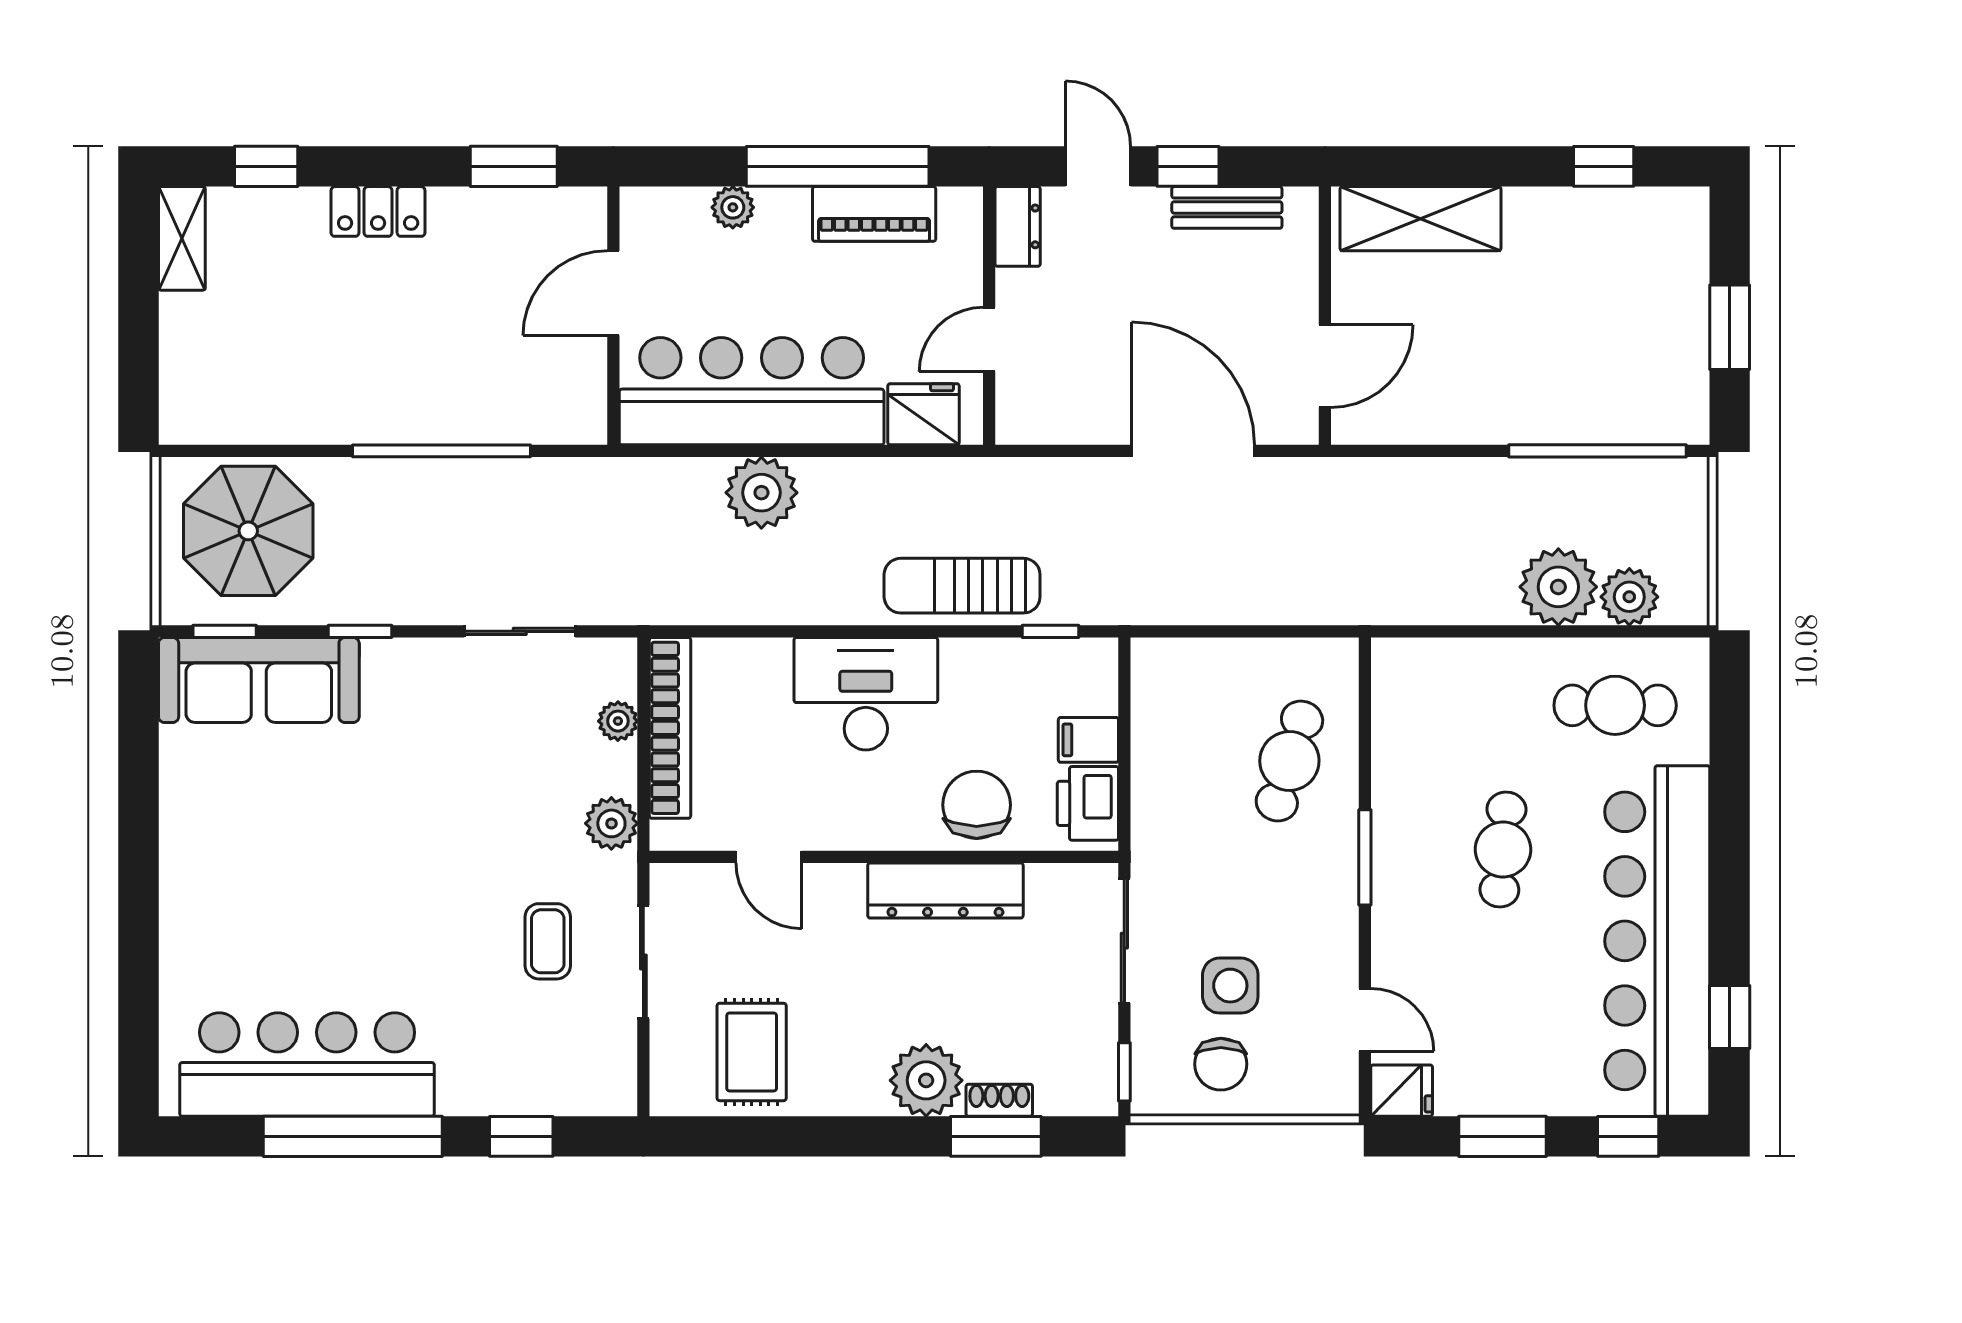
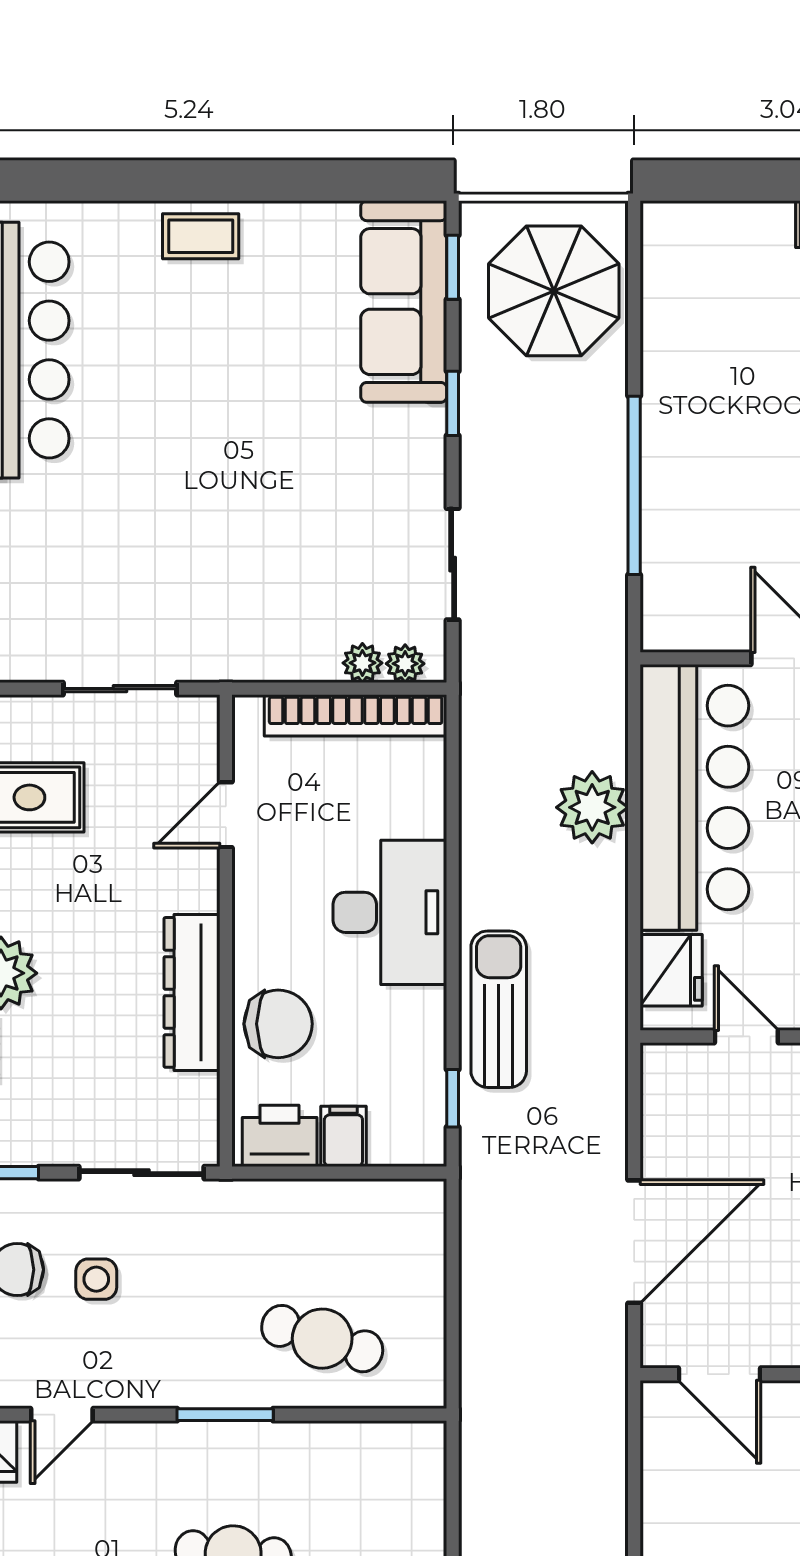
plant: (611, 823) -> (405, 664), moved, width x0.73, depth x0.73
coffee table: (548, 941) -> (201, 236), moved
side table: (1230, 986) -> (96, 1279), width x0.73, depth x0.73

